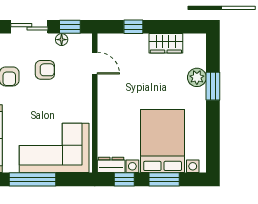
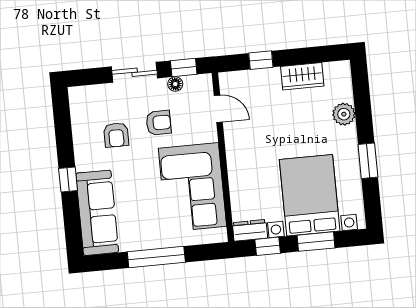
window: (213, 86) -> (368, 161), moved
corner sofa: (54, 148) -> (192, 187), moved, turned -90

